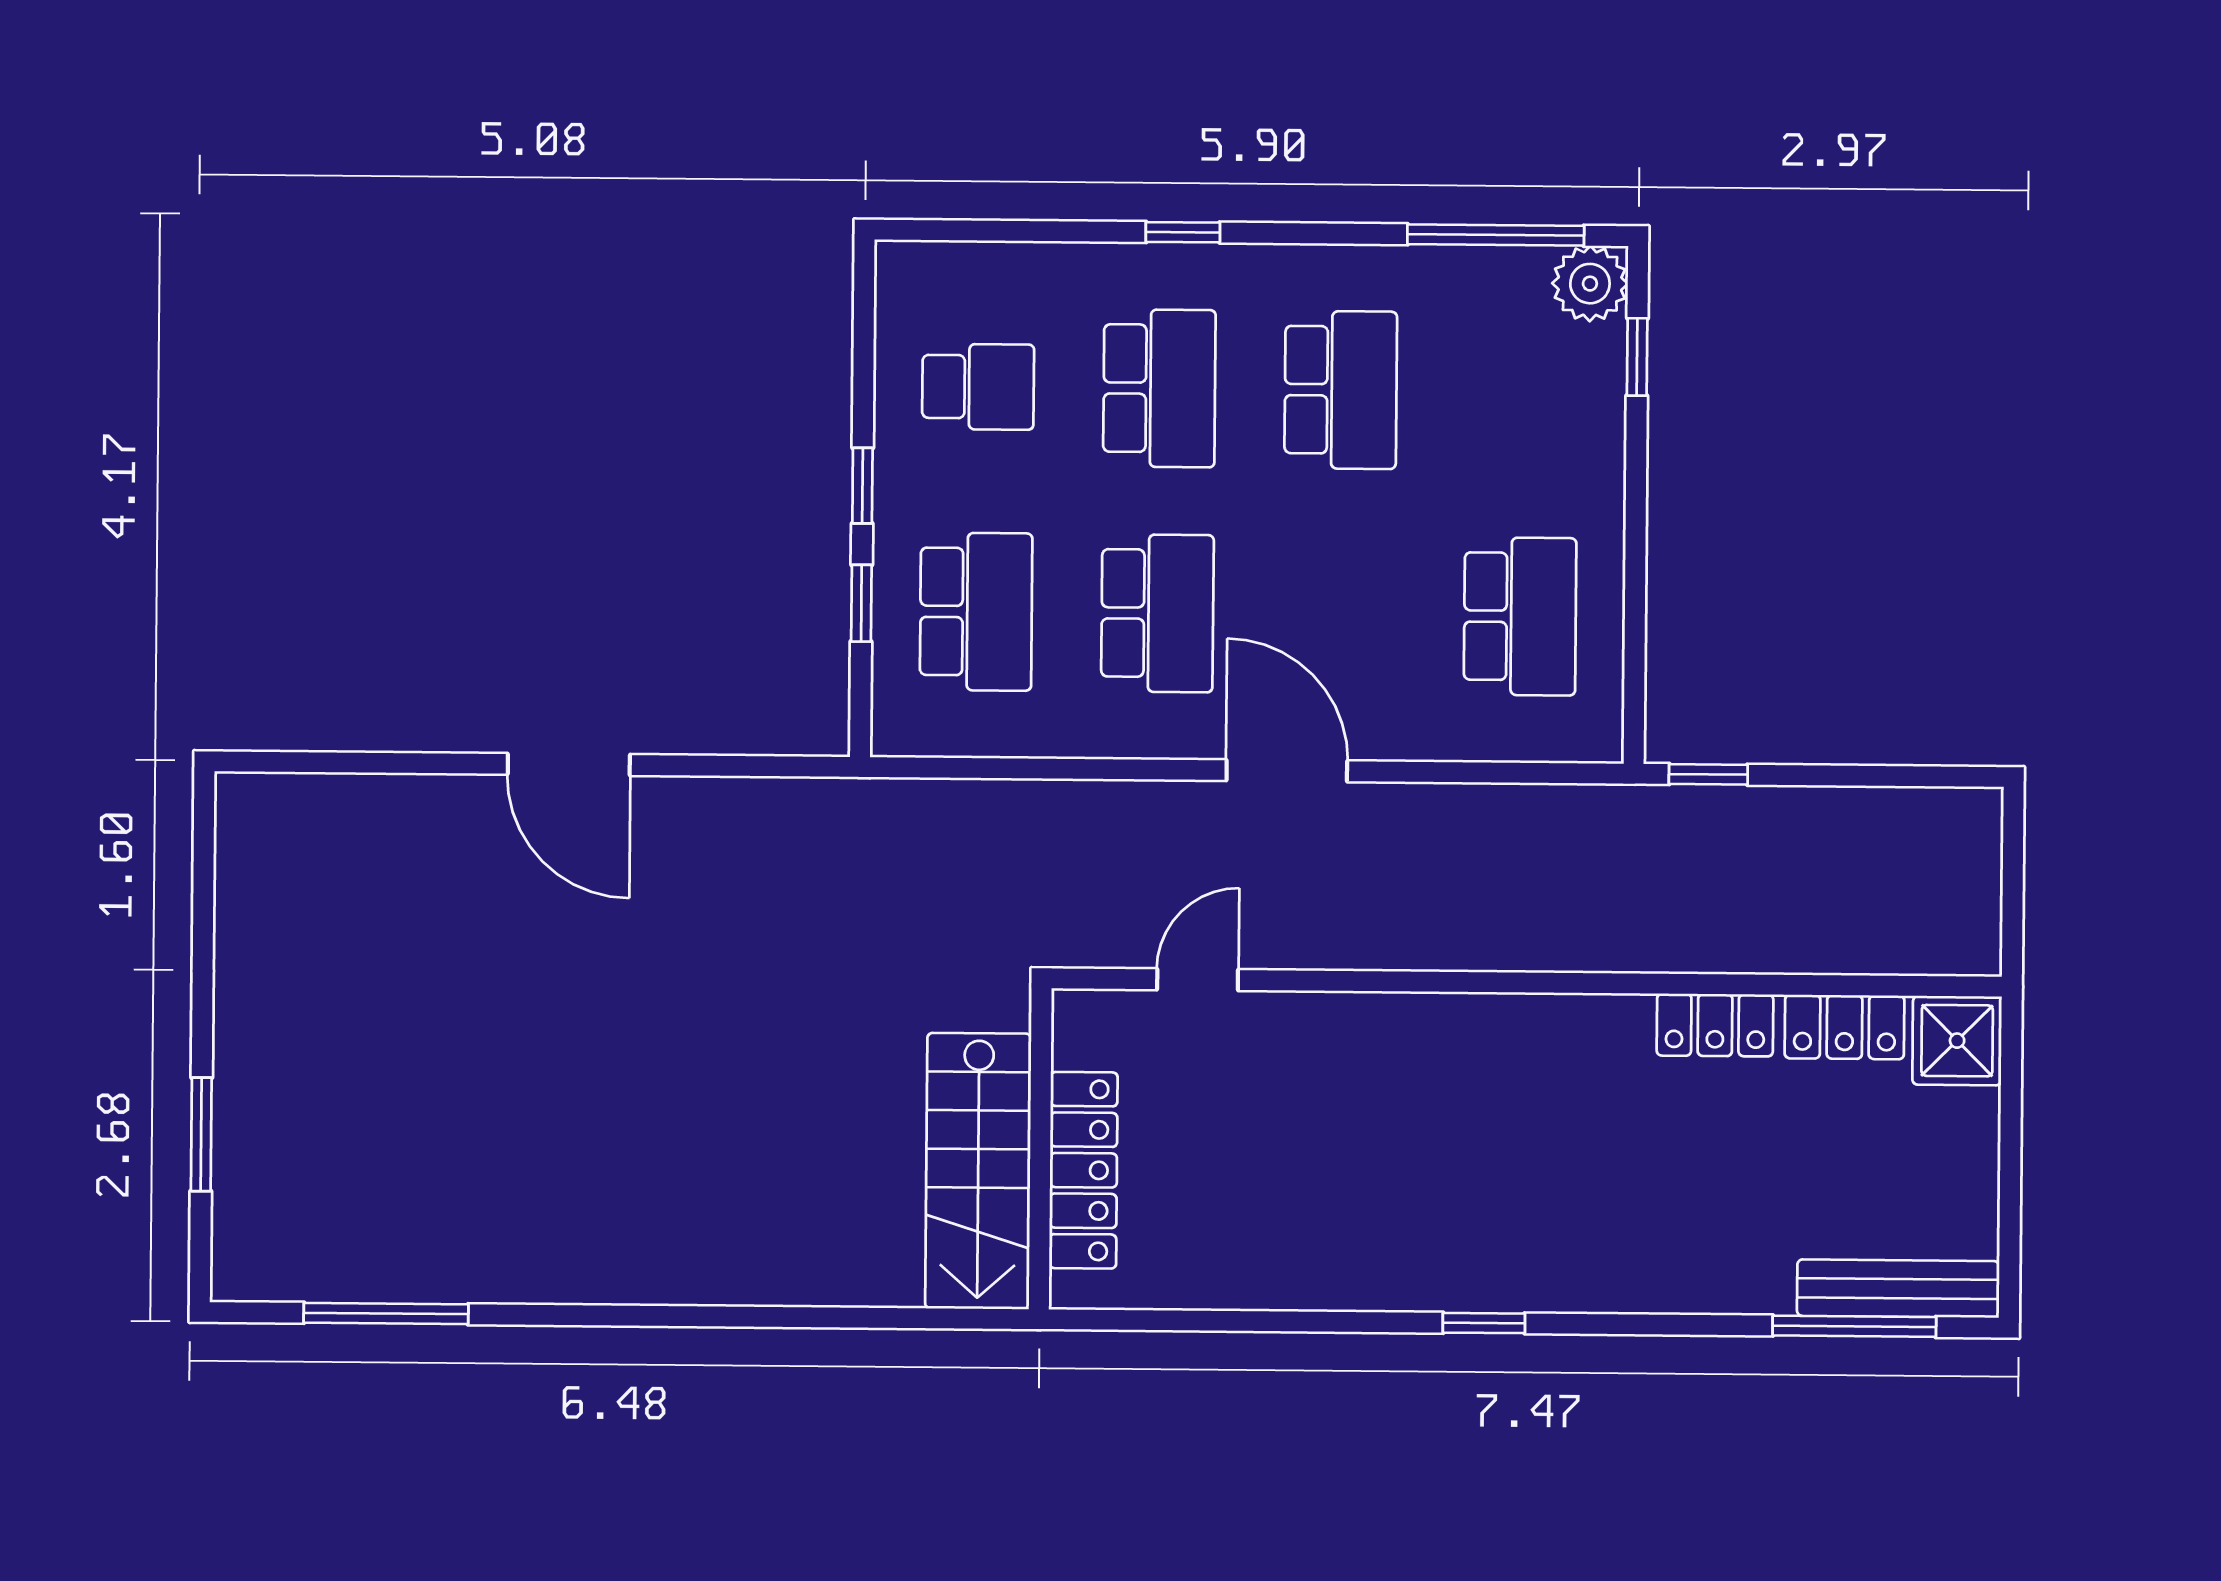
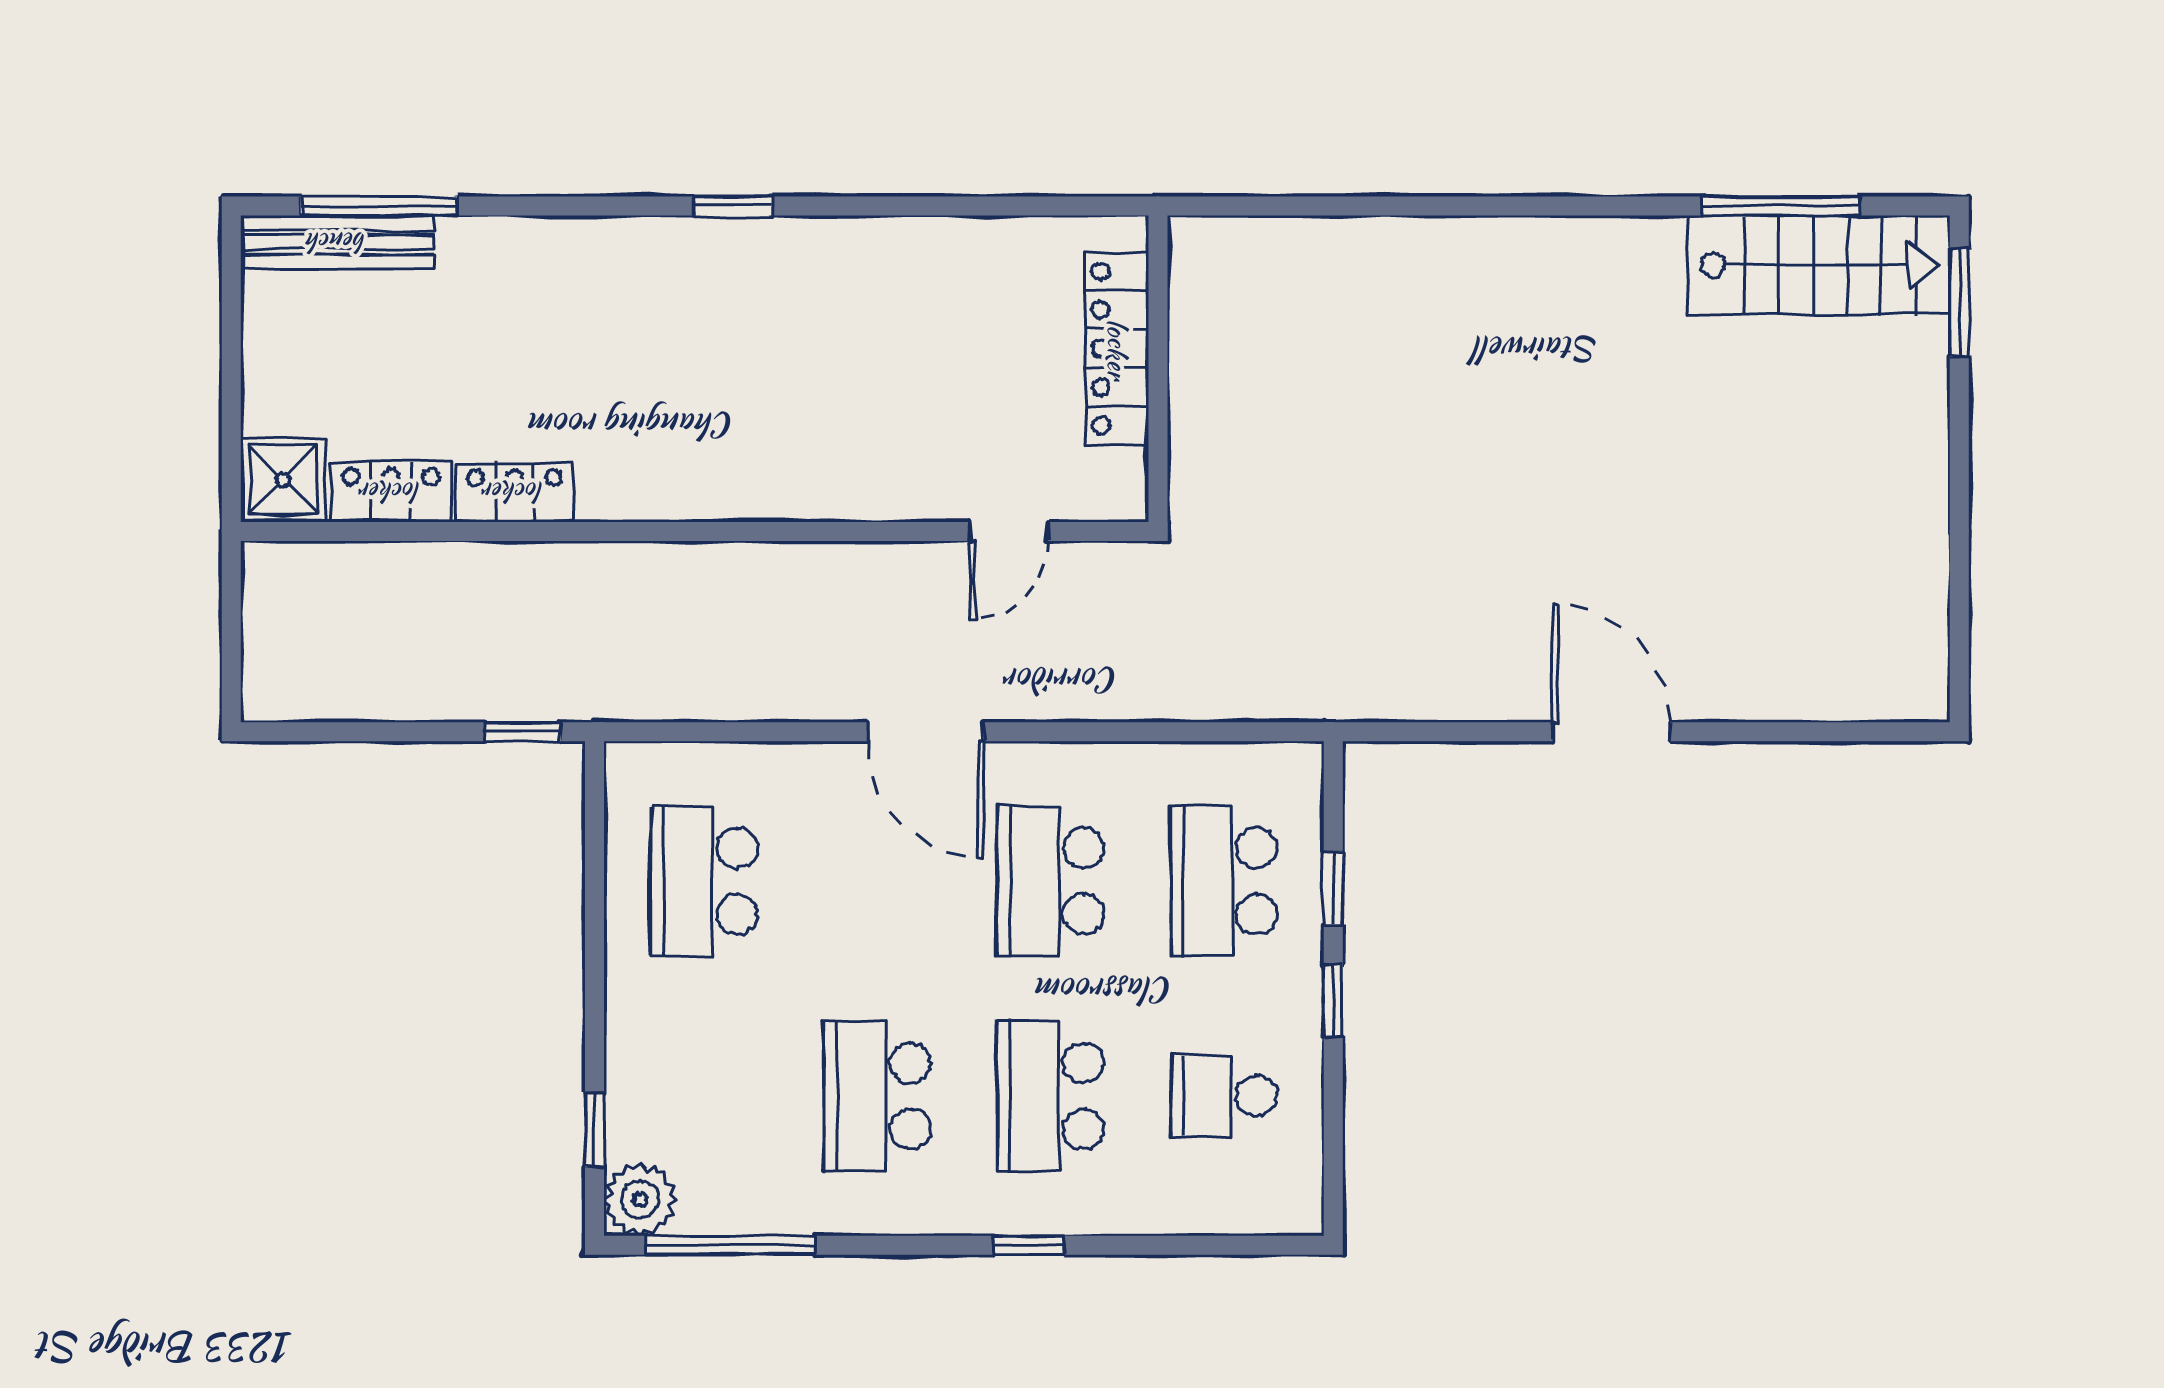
window: (201, 1134) -> (1959, 302), moved
stairs: (978, 1171) -> (1818, 265), moved, turned 90

